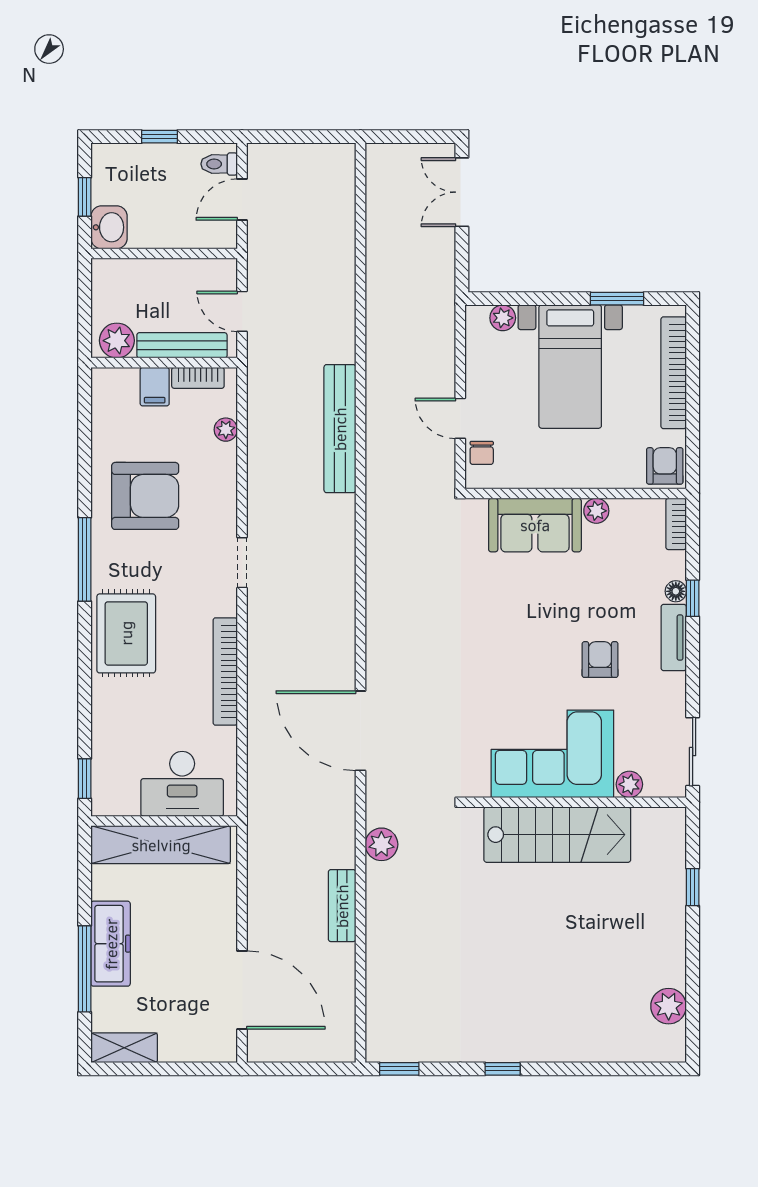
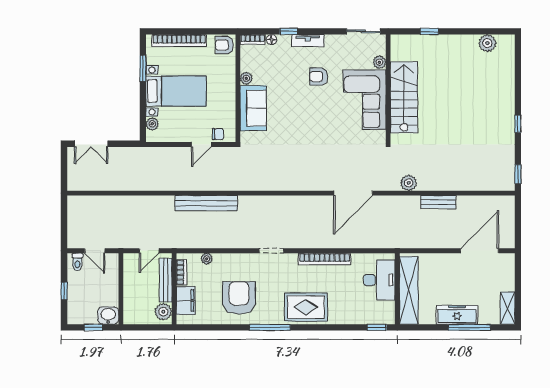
filing cabinet: (155, 387) -> (186, 300), width x2.00
floor lamp: (676, 591) -> (271, 40), moved

